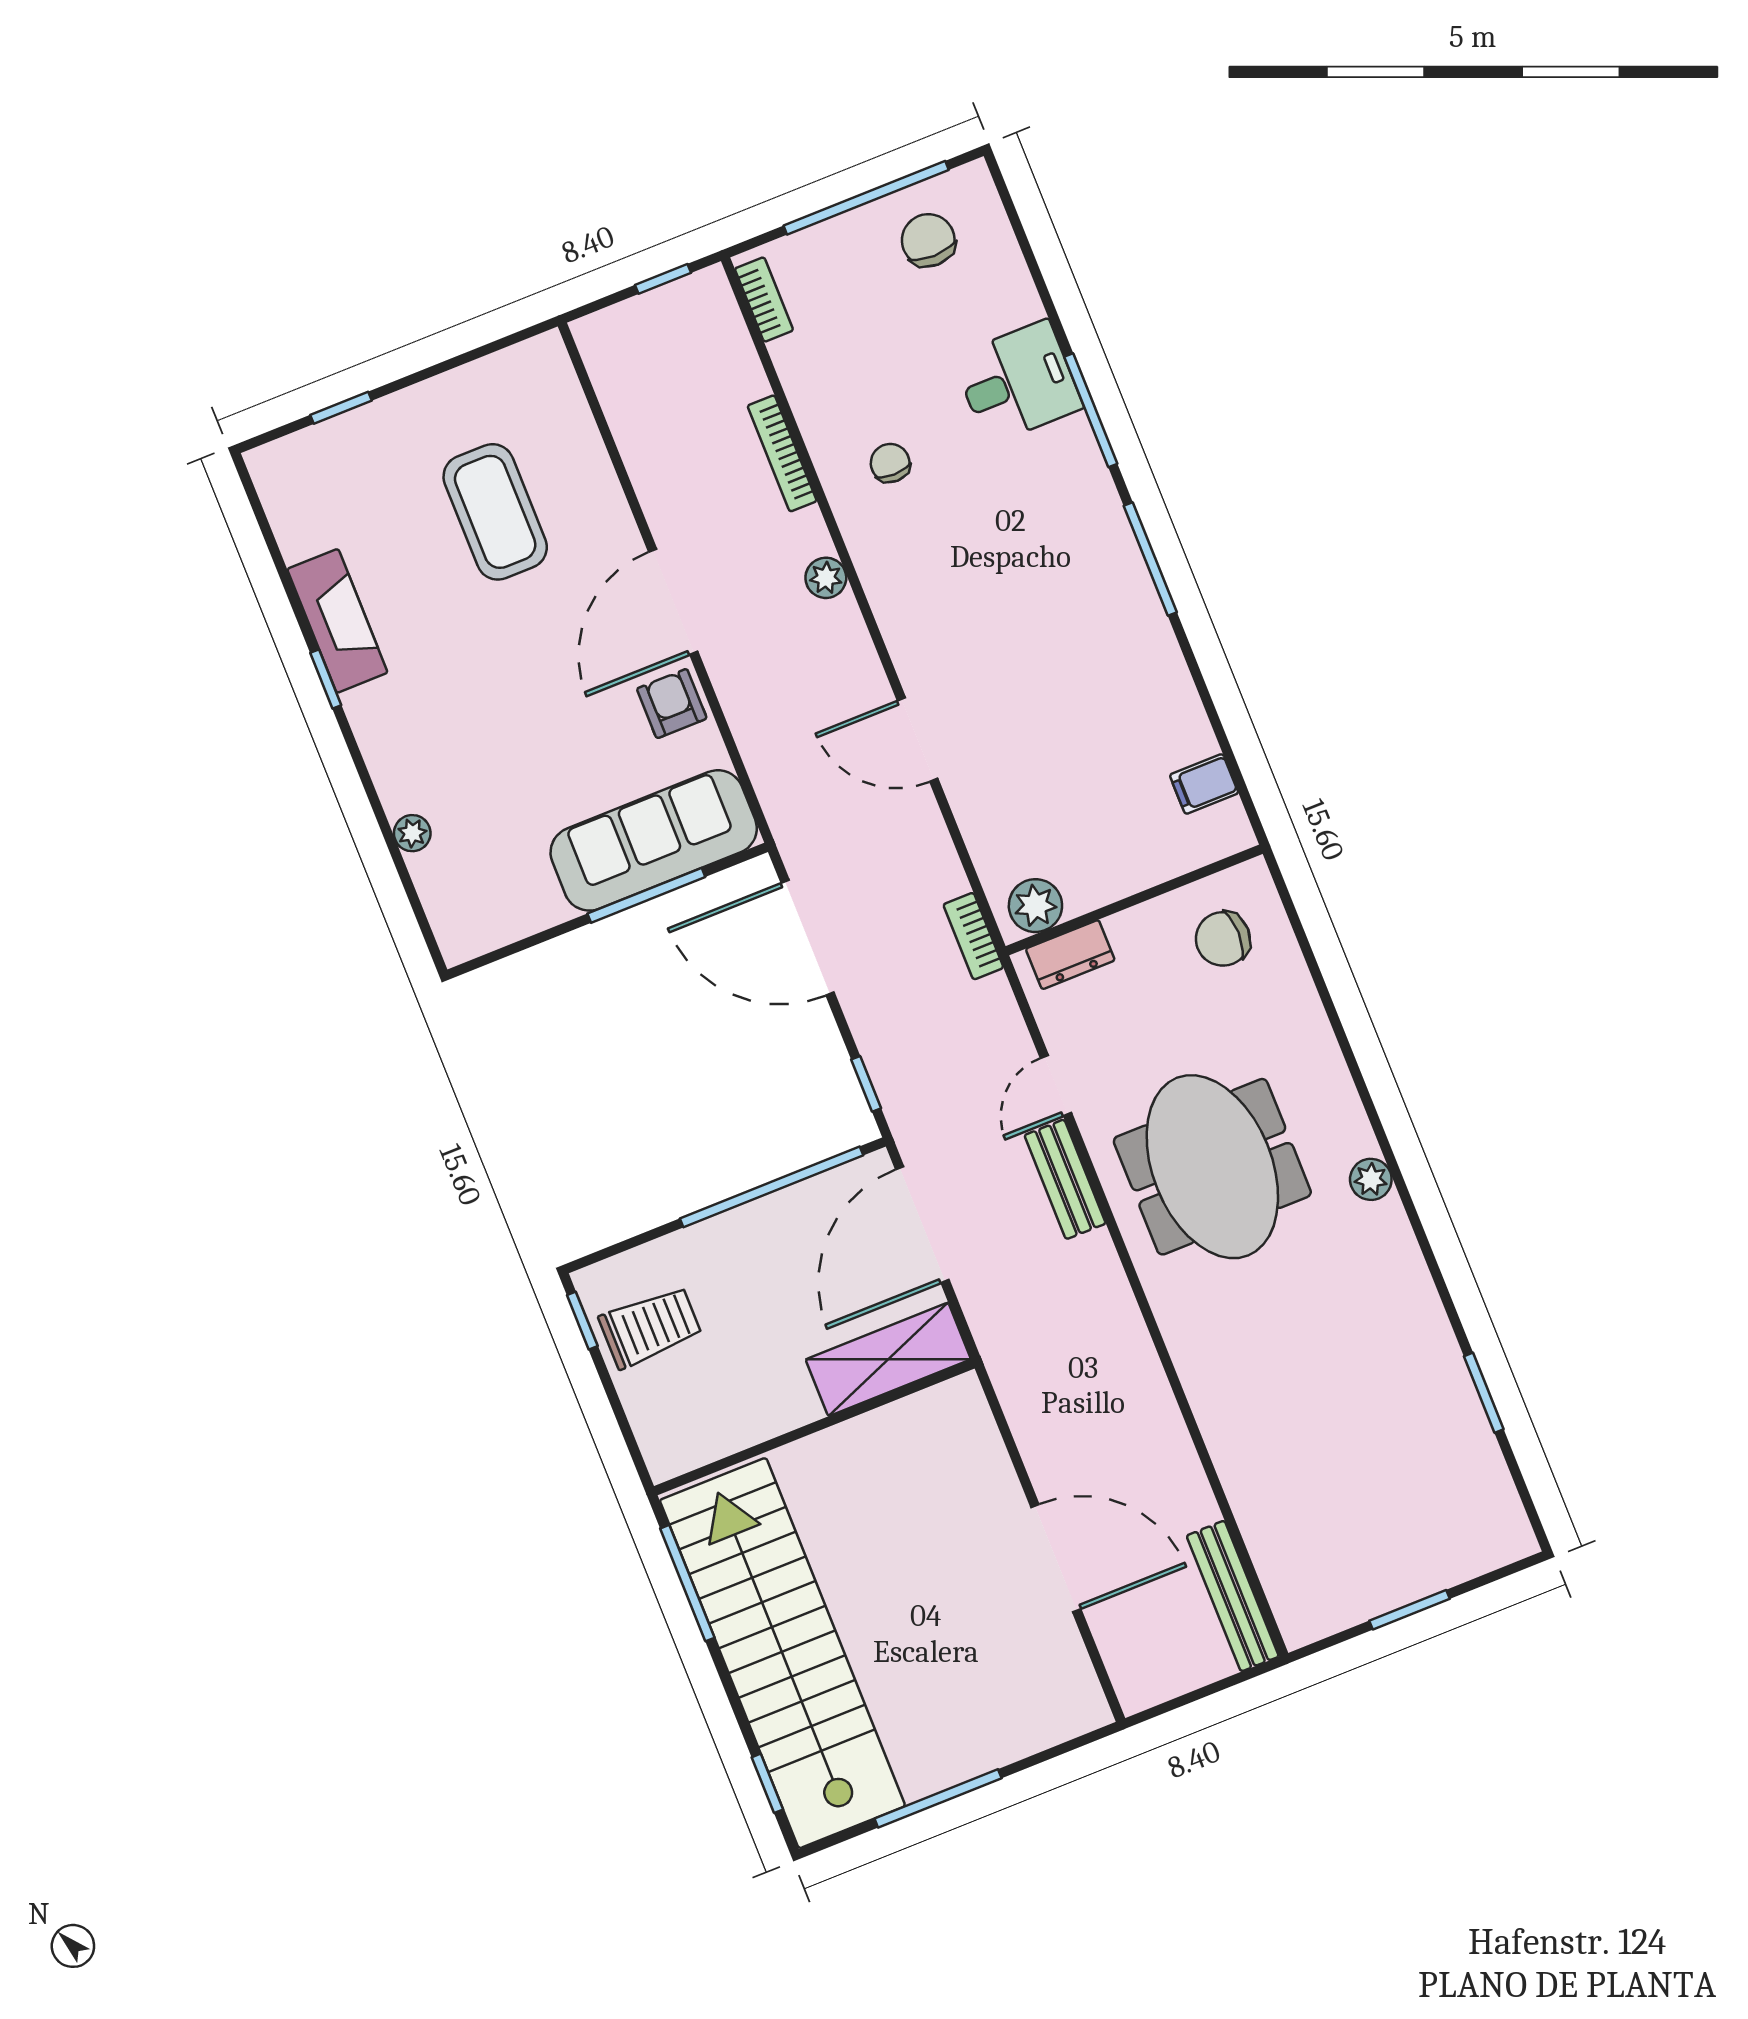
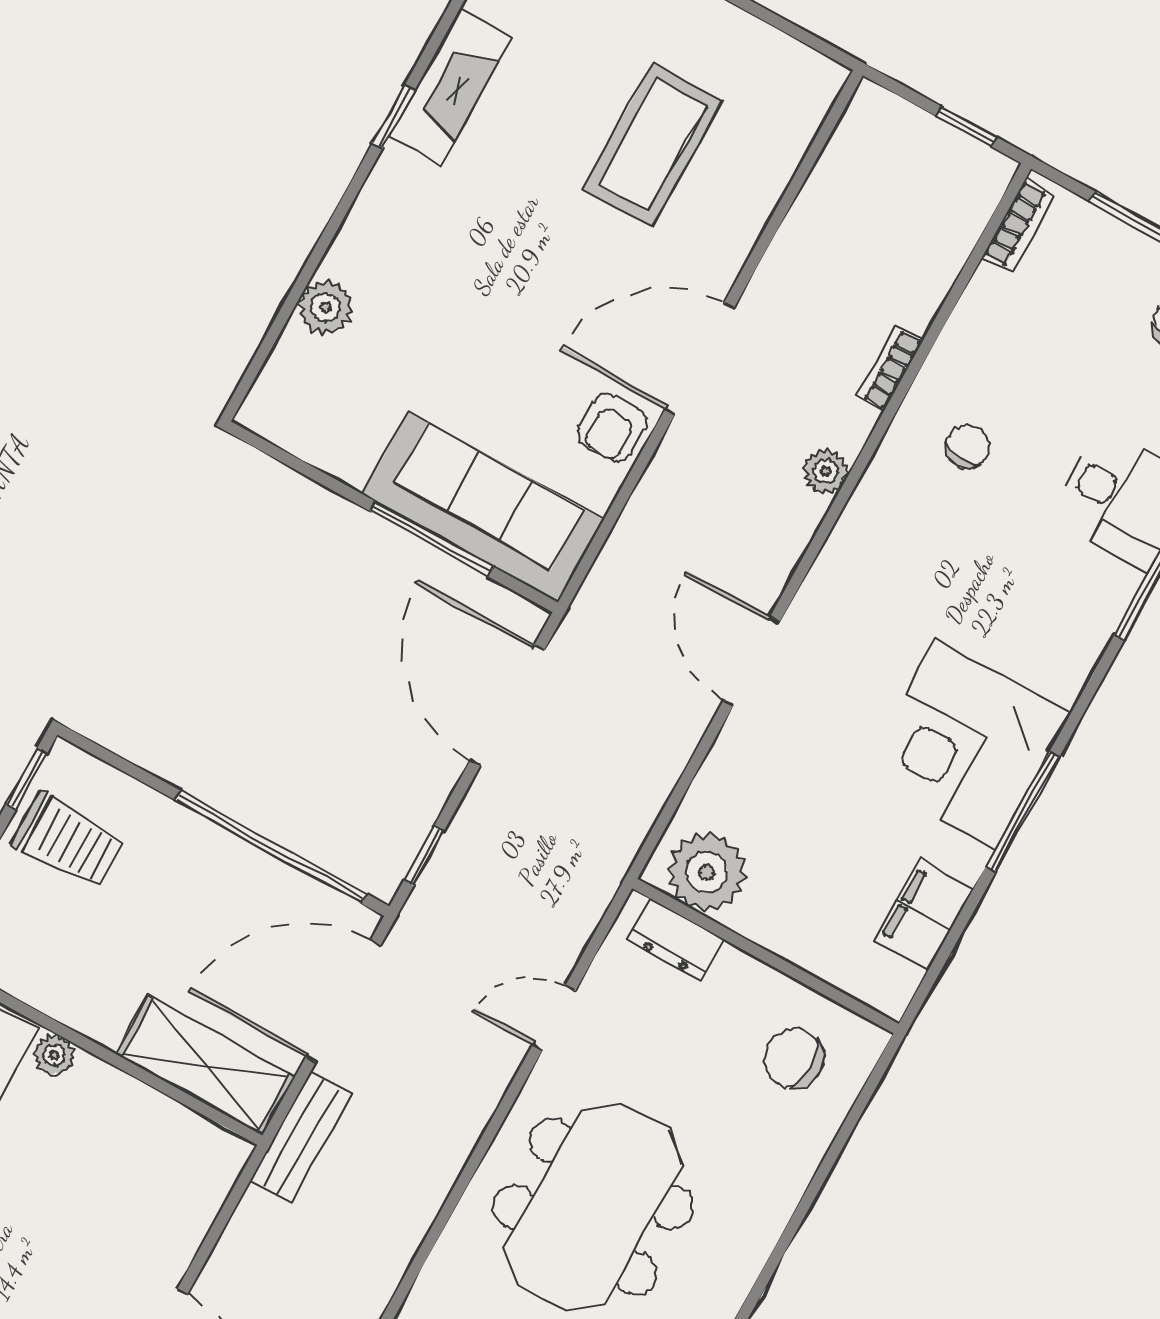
bookcase: (782, 453) -> (890, 368), width x0.64
window: (1150, 559) -> (1023, 812), moved
corner desk: (1099, 636) -> (965, 744), added
armchair: (672, 704) -> (612, 428), turned 180
filing cabinet: (1204, 784) -> (924, 914), width x2.00
plant: (412, 833) -> (325, 307), width x1.38, depth x1.38
plant: (1035, 906) -> (707, 872), width x1.36, depth x1.36
bookcase: (973, 936) -> (623, 845), removed
bench: (1065, 1179) -> (301, 1137), moved
plant: (794, 1461) -> (54, 1055), added

